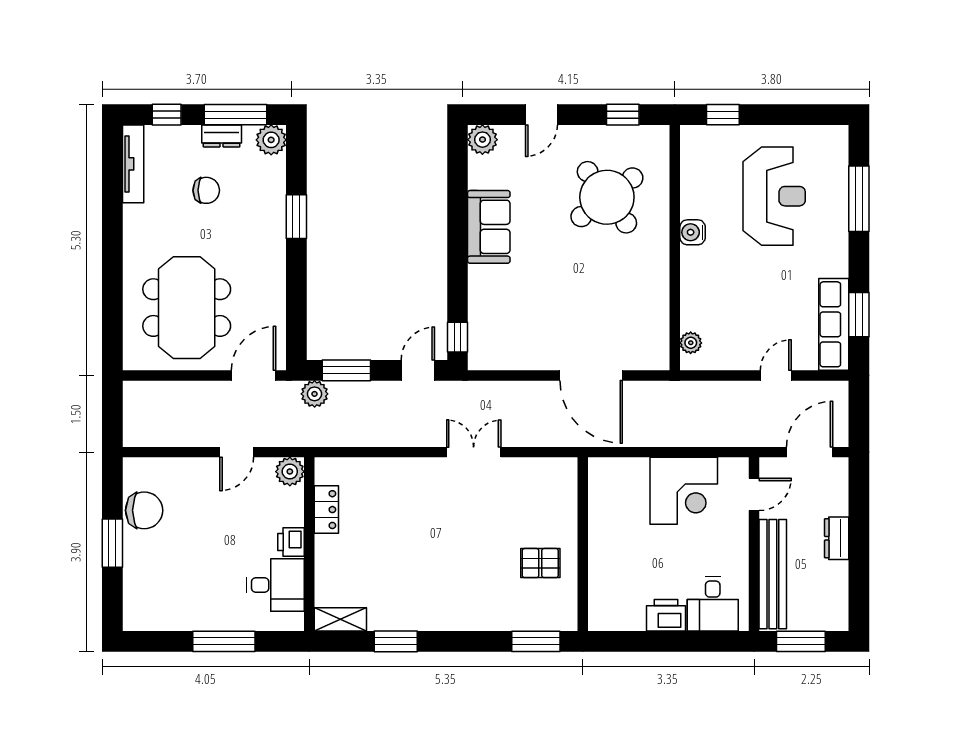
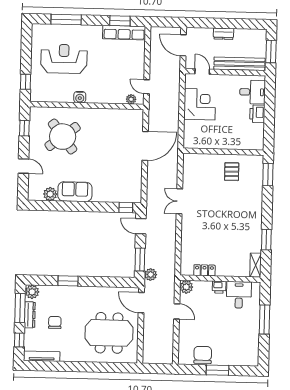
dresser: (222, 136) -> (30, 315), width x1.44
plant: (482, 140) -> (50, 194), moved
door: (776, 375) -> (147, 87), moved

